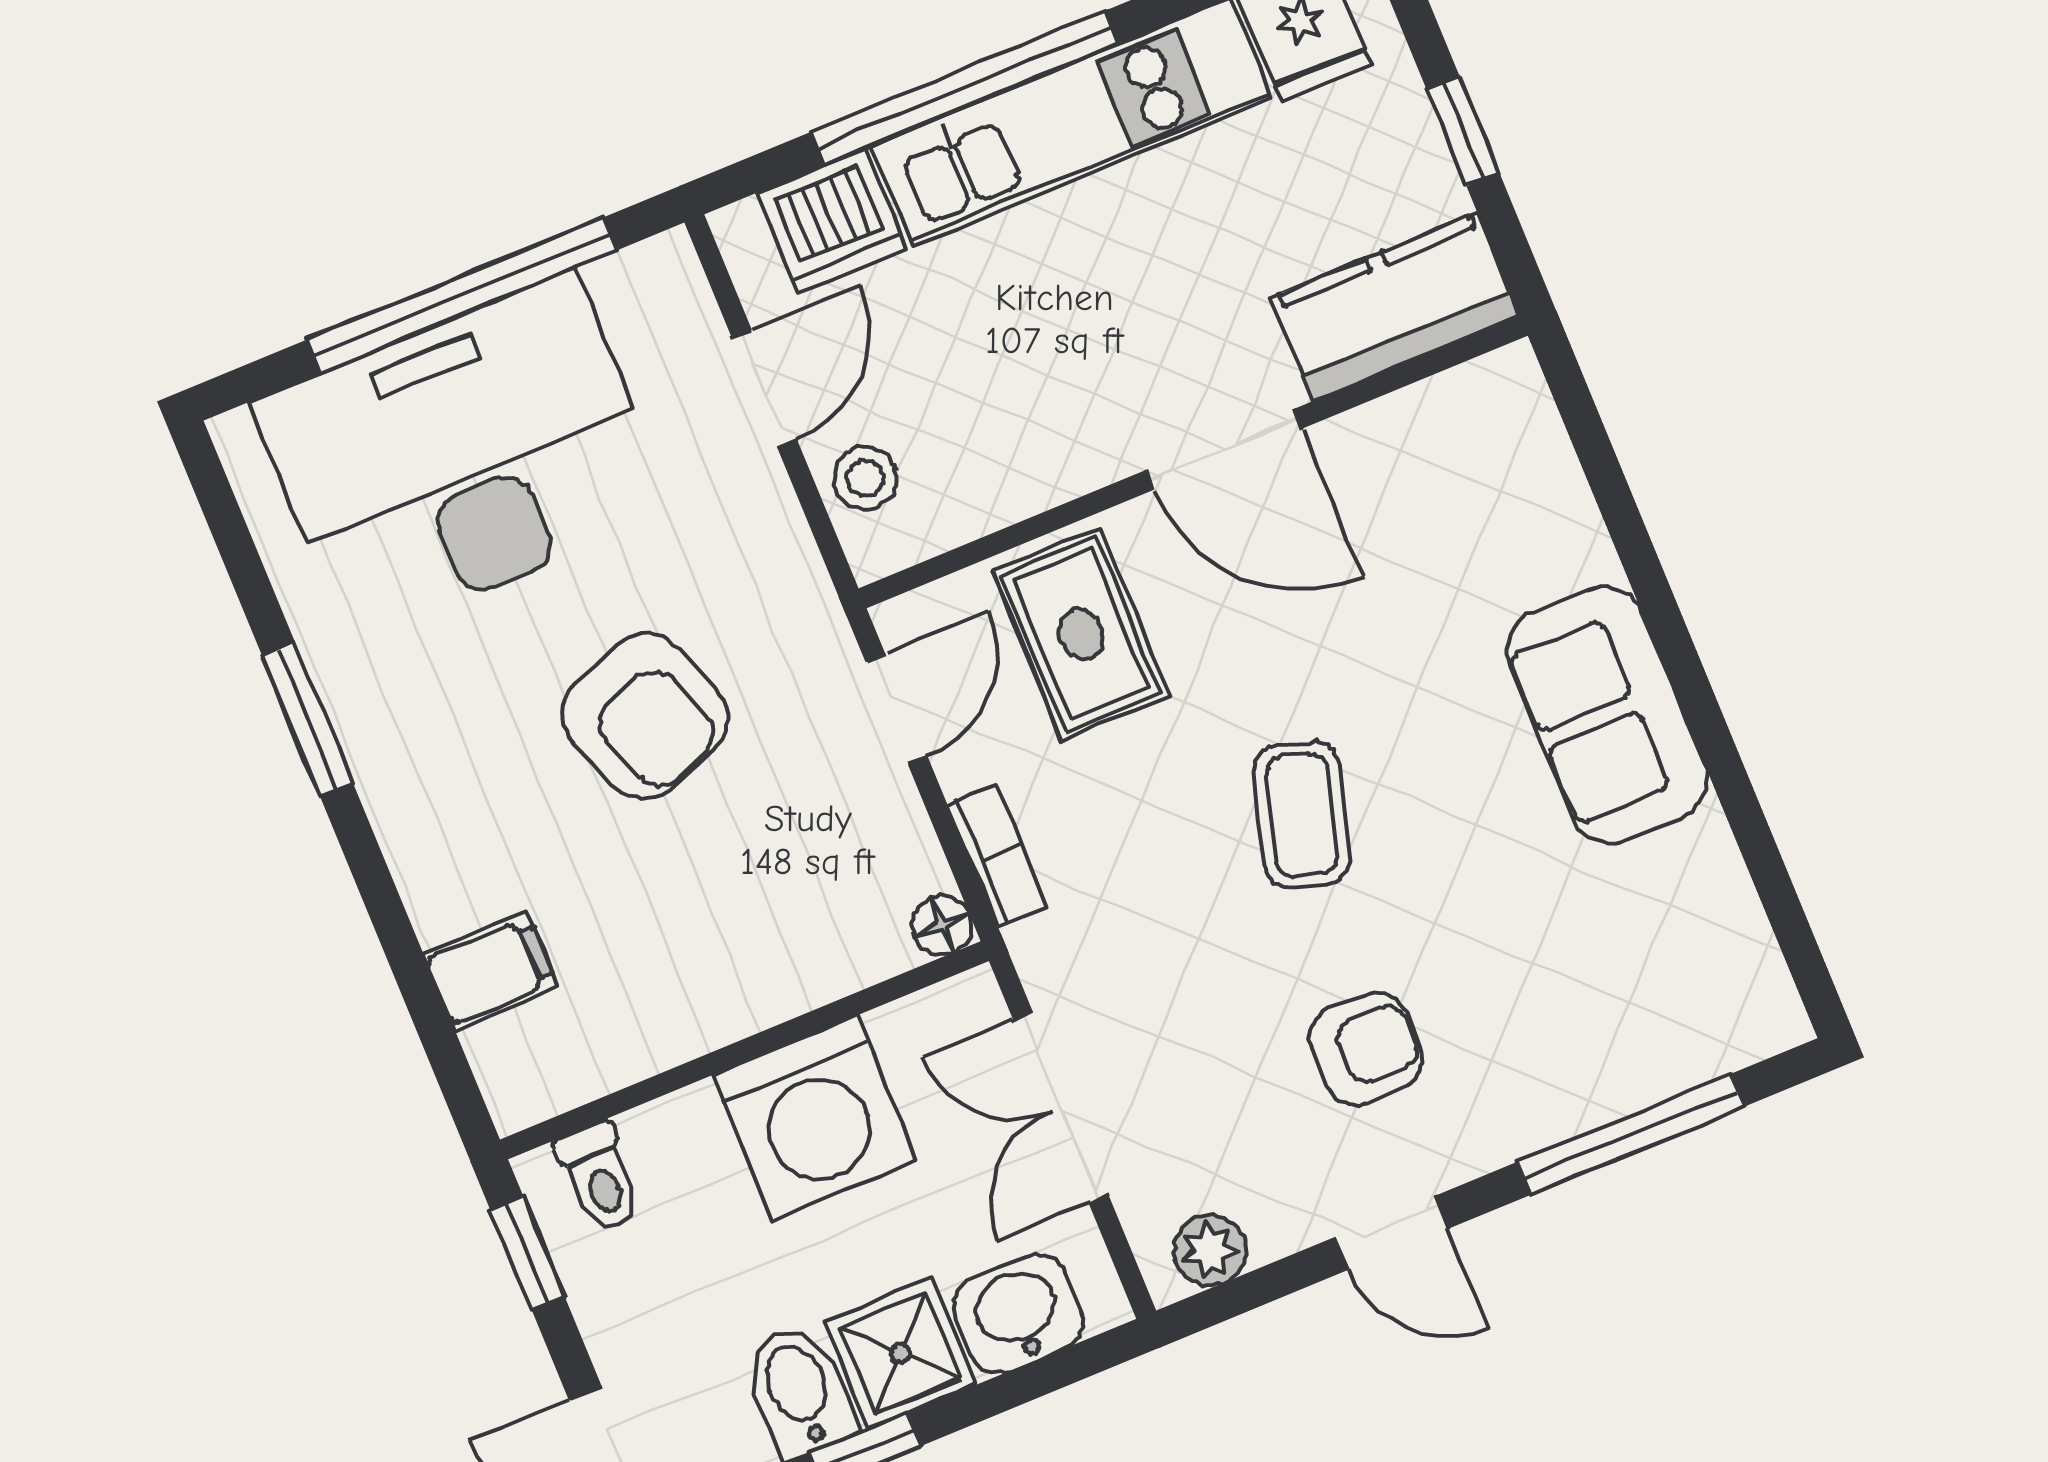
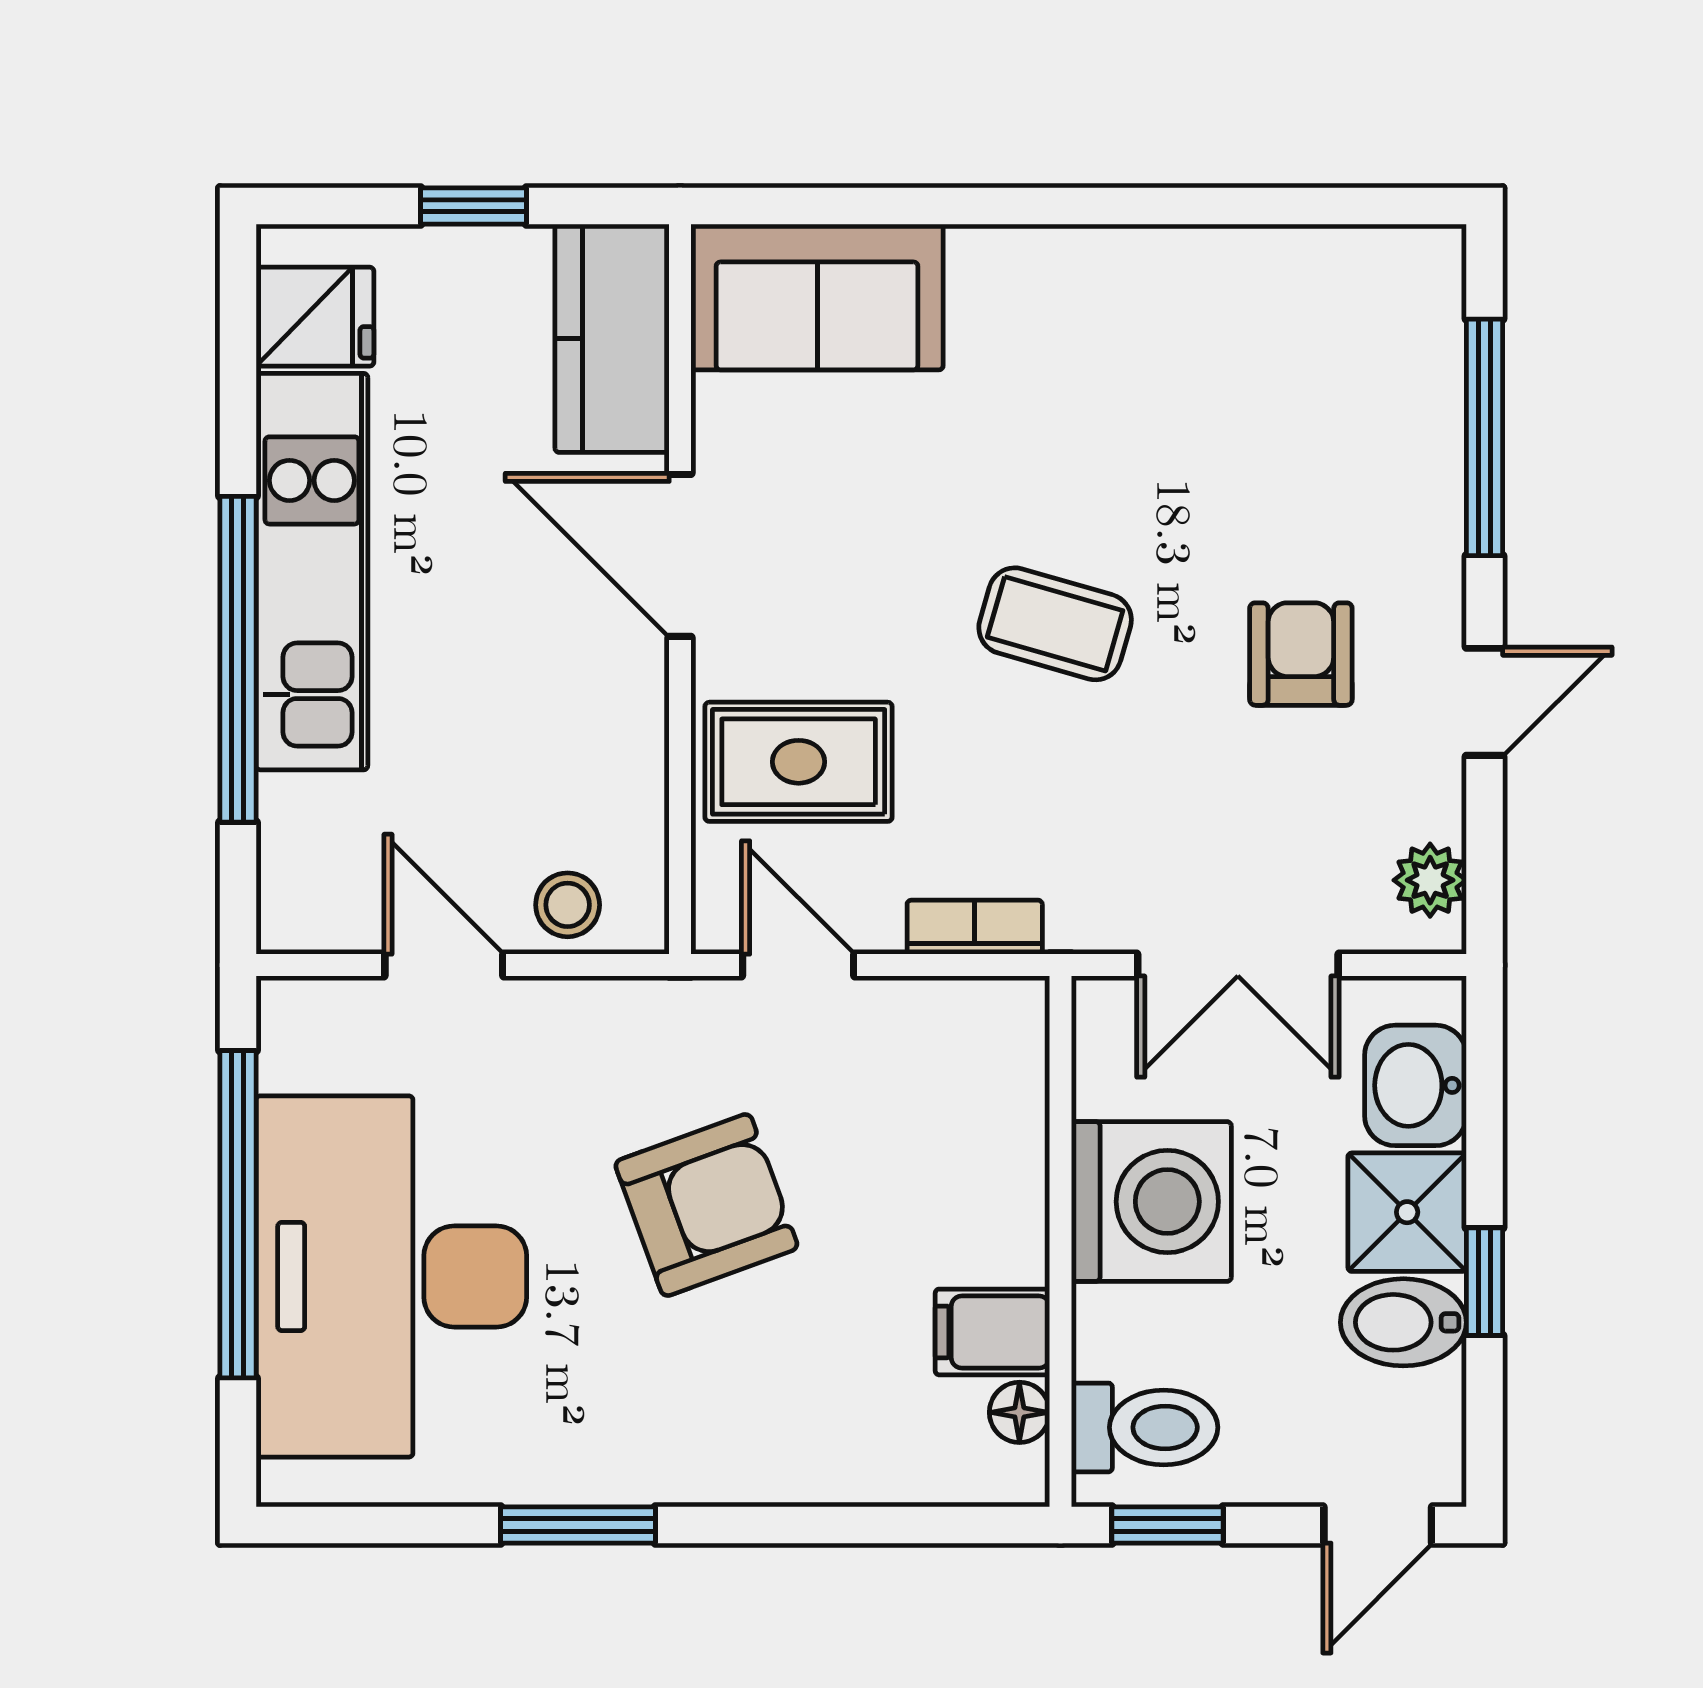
dishwasher: (832, 221) -> (312, 837), removed
door: (1224, 449) -> (680, 555), swing flipped
sofa: (1607, 715) -> (817, 297), moved
floor lamp: (942, 925) -> (1019, 1412), moved
filing cabinet: (491, 971) -> (992, 1332), moved, turned -90
toilet: (600, 1177) -> (1145, 1427), width x1.37, depth x1.39

